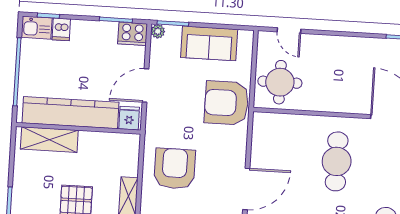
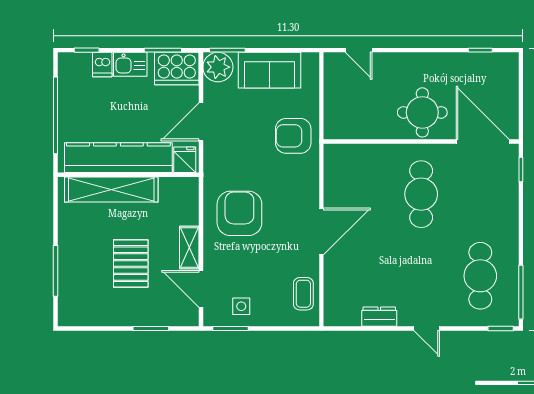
kitchen sink: (37, 28) -> (130, 64), moved
plant: (158, 31) -> (218, 67), width x1.87, depth x1.87
cooker: (133, 34) -> (177, 68), width x1.37, depth x1.31
round table: (280, 82) -> (422, 112), moved
armchair: (227, 103) -> (293, 136), width x0.73, depth x0.73
shelving: (49, 140) -> (111, 190), width x1.47

